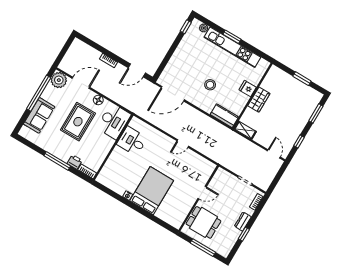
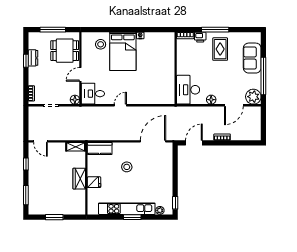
rug: (78, 122) -> (220, 49), moved, width x0.73, depth x0.70
desk: (132, 141) -> (93, 94), moved, turned 180
floor lamp: (221, 173) -> (75, 100), added
stool: (168, 209) -> (101, 44), added
dresser: (243, 221) -> (33, 58), moved

